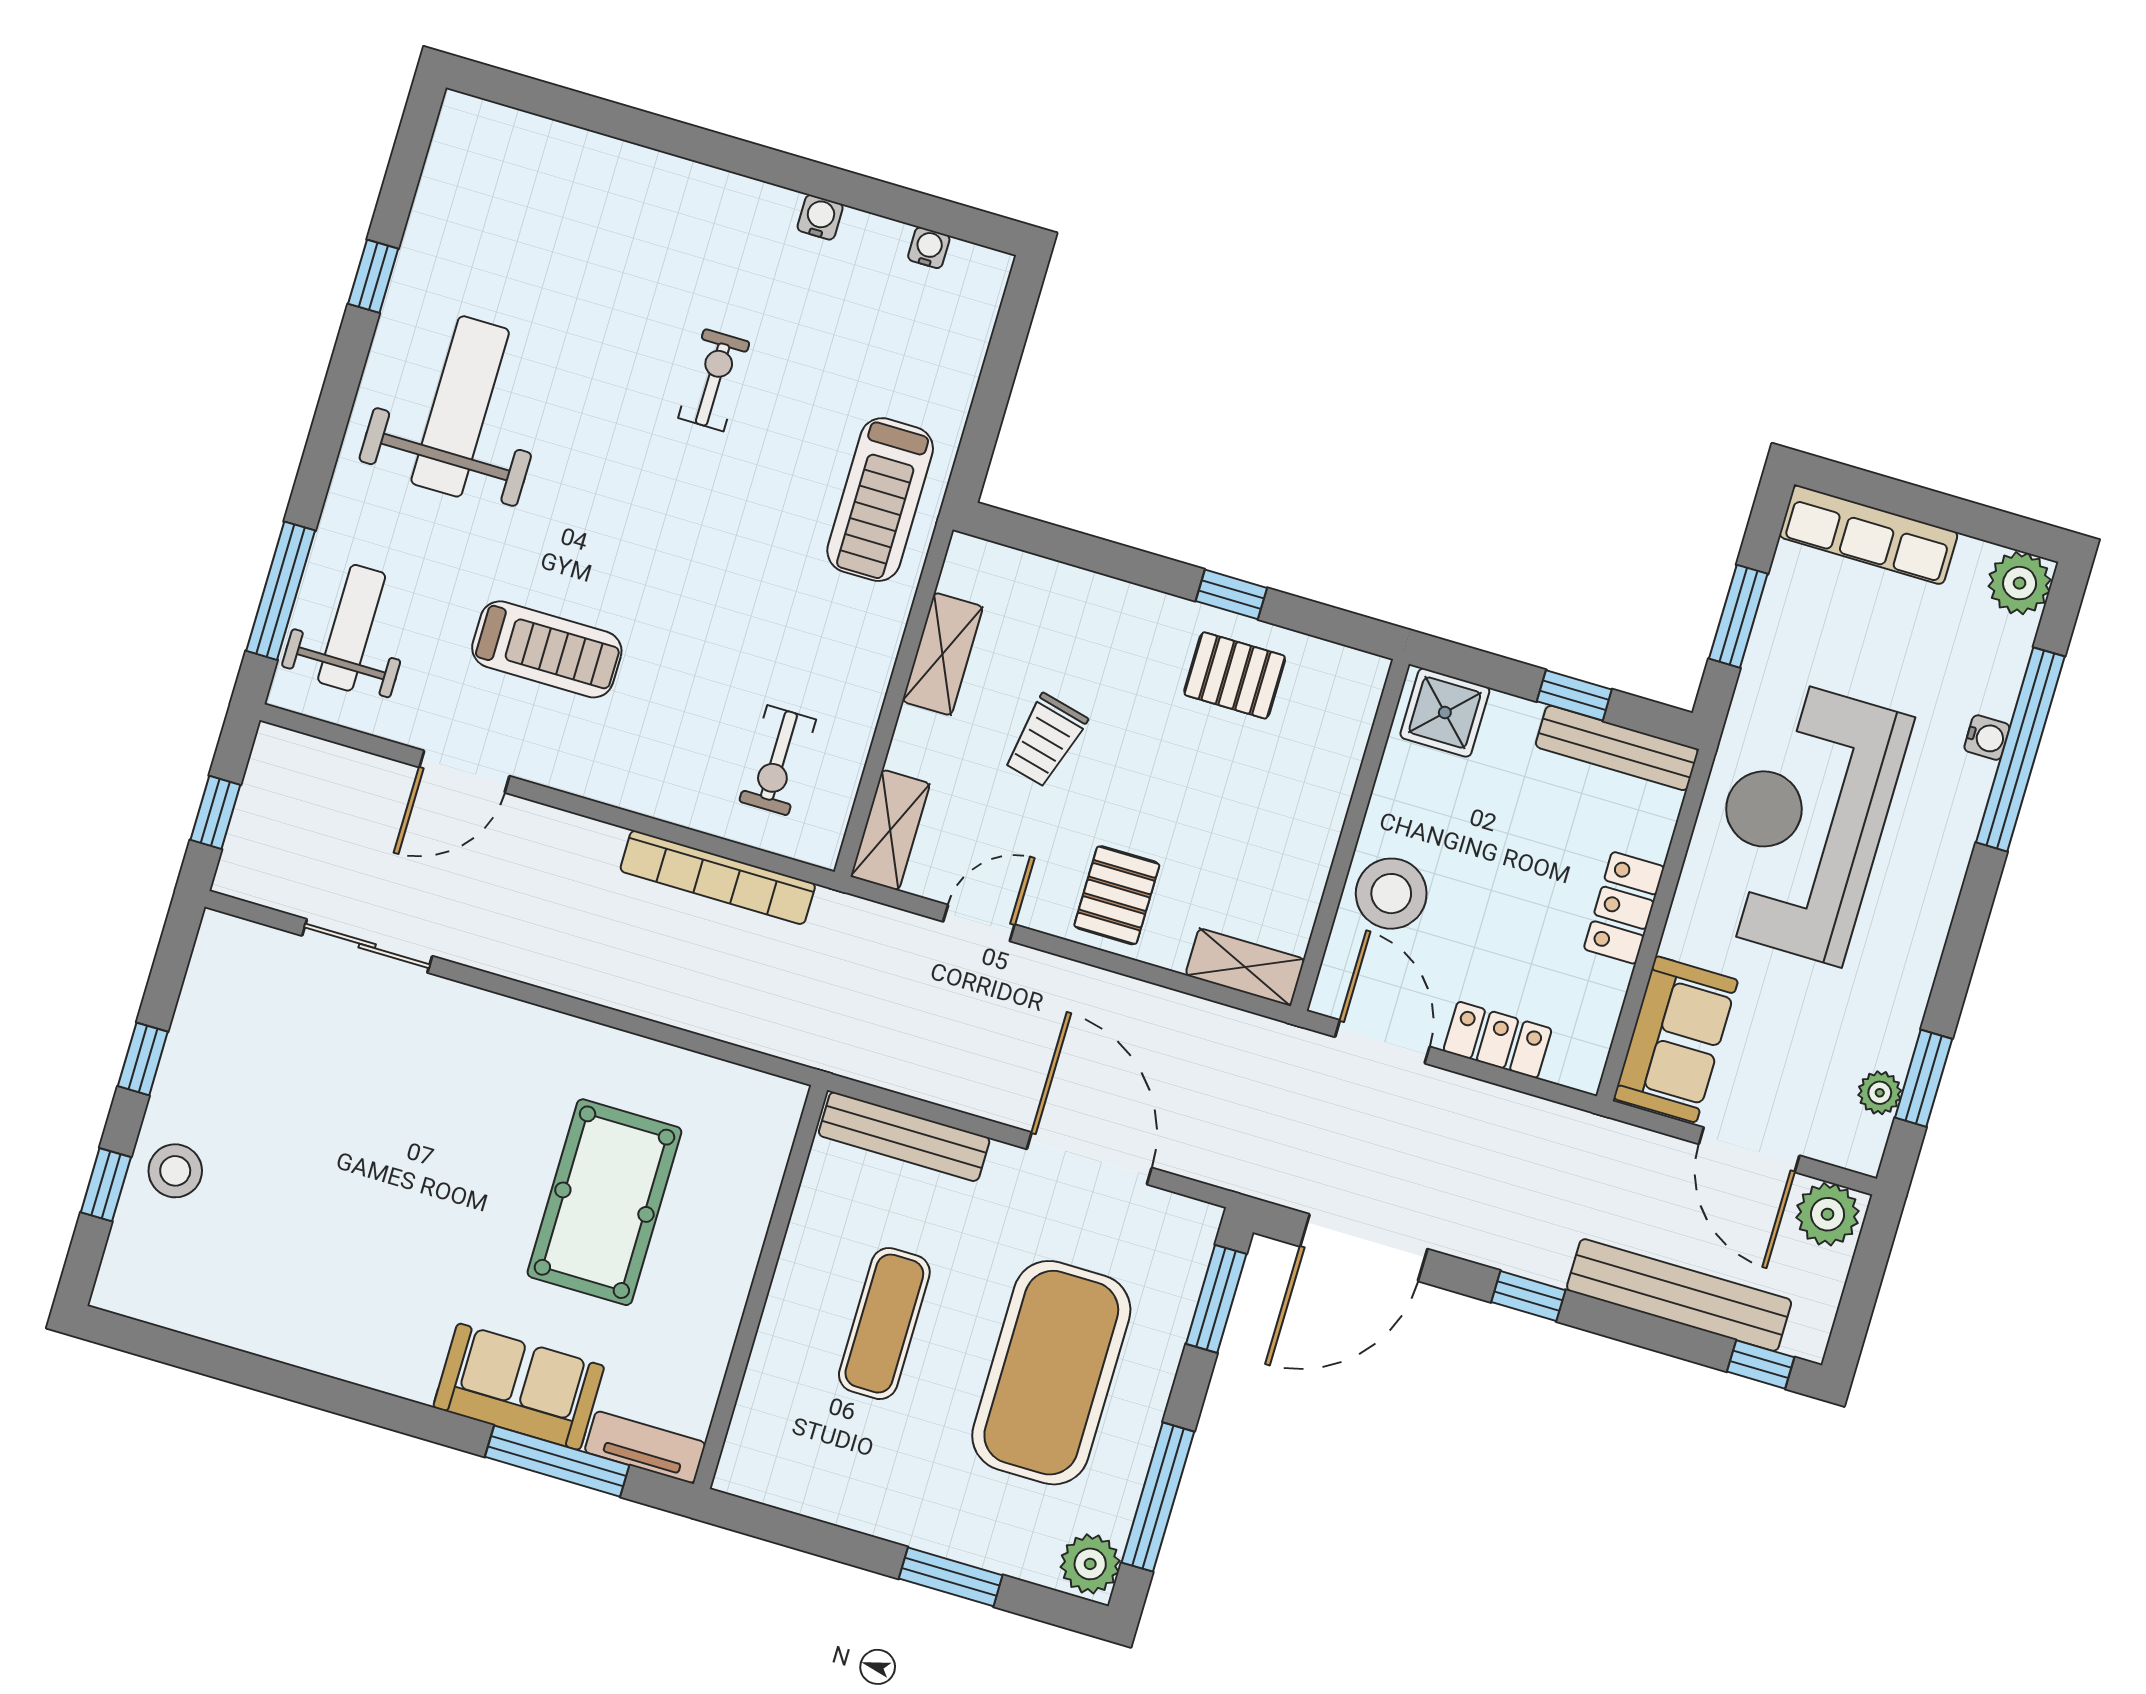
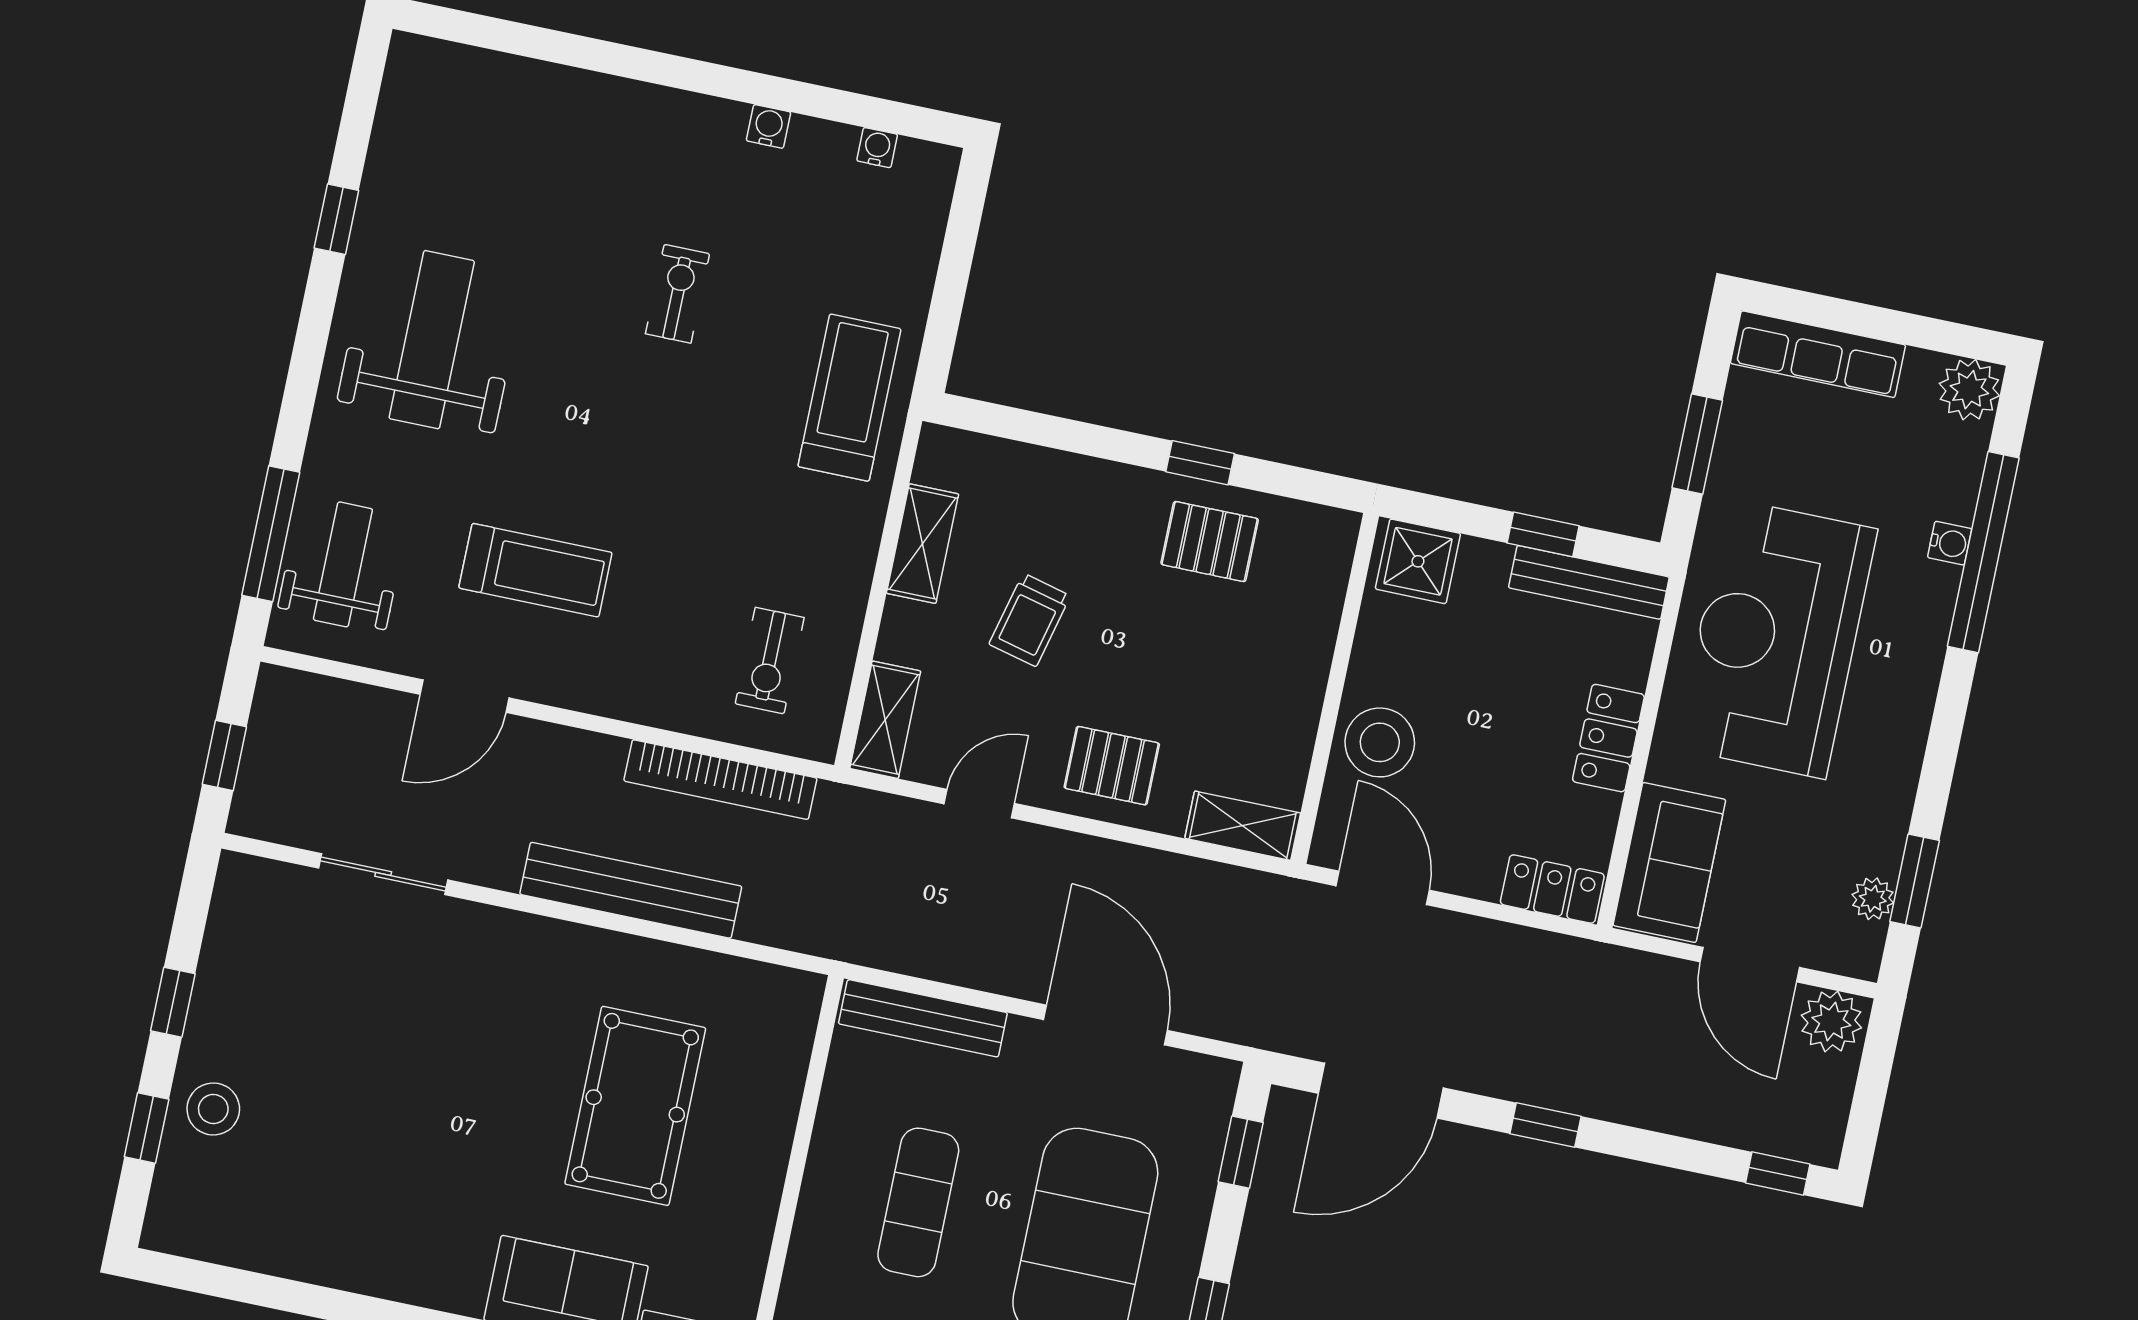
treadmill: (880, 500) -> (849, 398), turned 180
pallet: (1117, 895) -> (1112, 766), turned 90
locker: (1497, 1040) -> (1552, 889), moved
bench: (1679, 1295) -> (631, 890), moved
window: (1216, 1299) -> (1241, 1152), width x0.67

